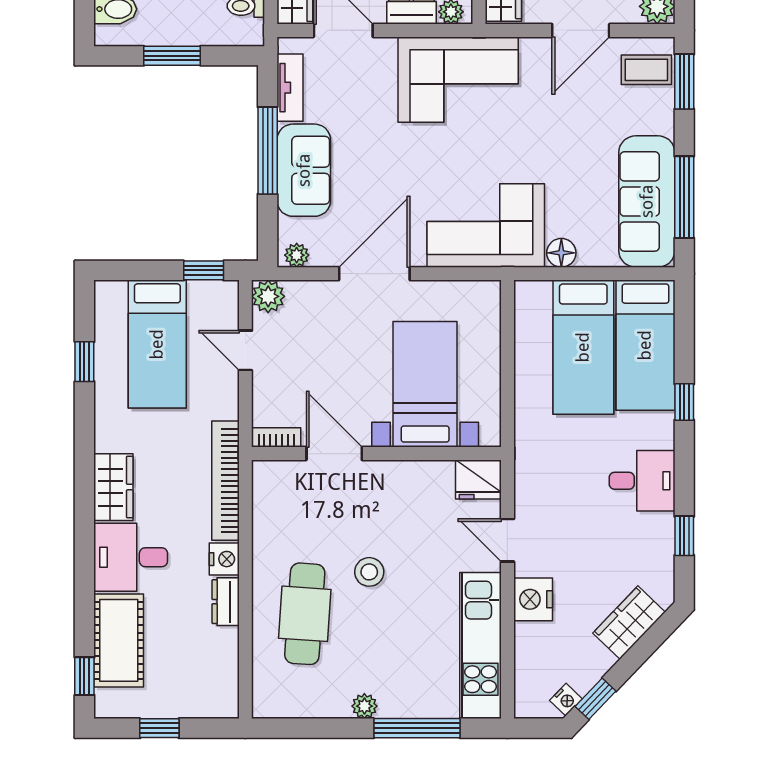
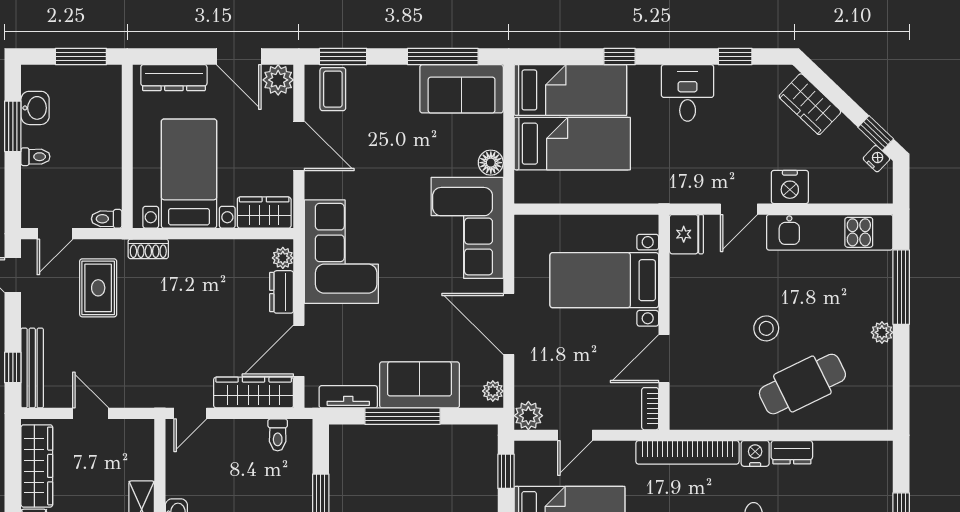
sofa: (647, 201) -> (462, 89), width x0.73
cafe table: (305, 614) -> (802, 384), turned -30

